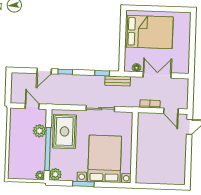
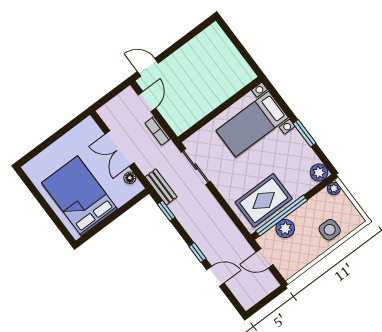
door: (32, 106) -> (265, 258), hinge flipped
sliding door: (100, 109) -> (196, 167), moved
window: (48, 149) -> (281, 216), moved
side table: (19, 155) -> (330, 230), added
bed with nightstands: (105, 159) -> (252, 124), width x0.73

